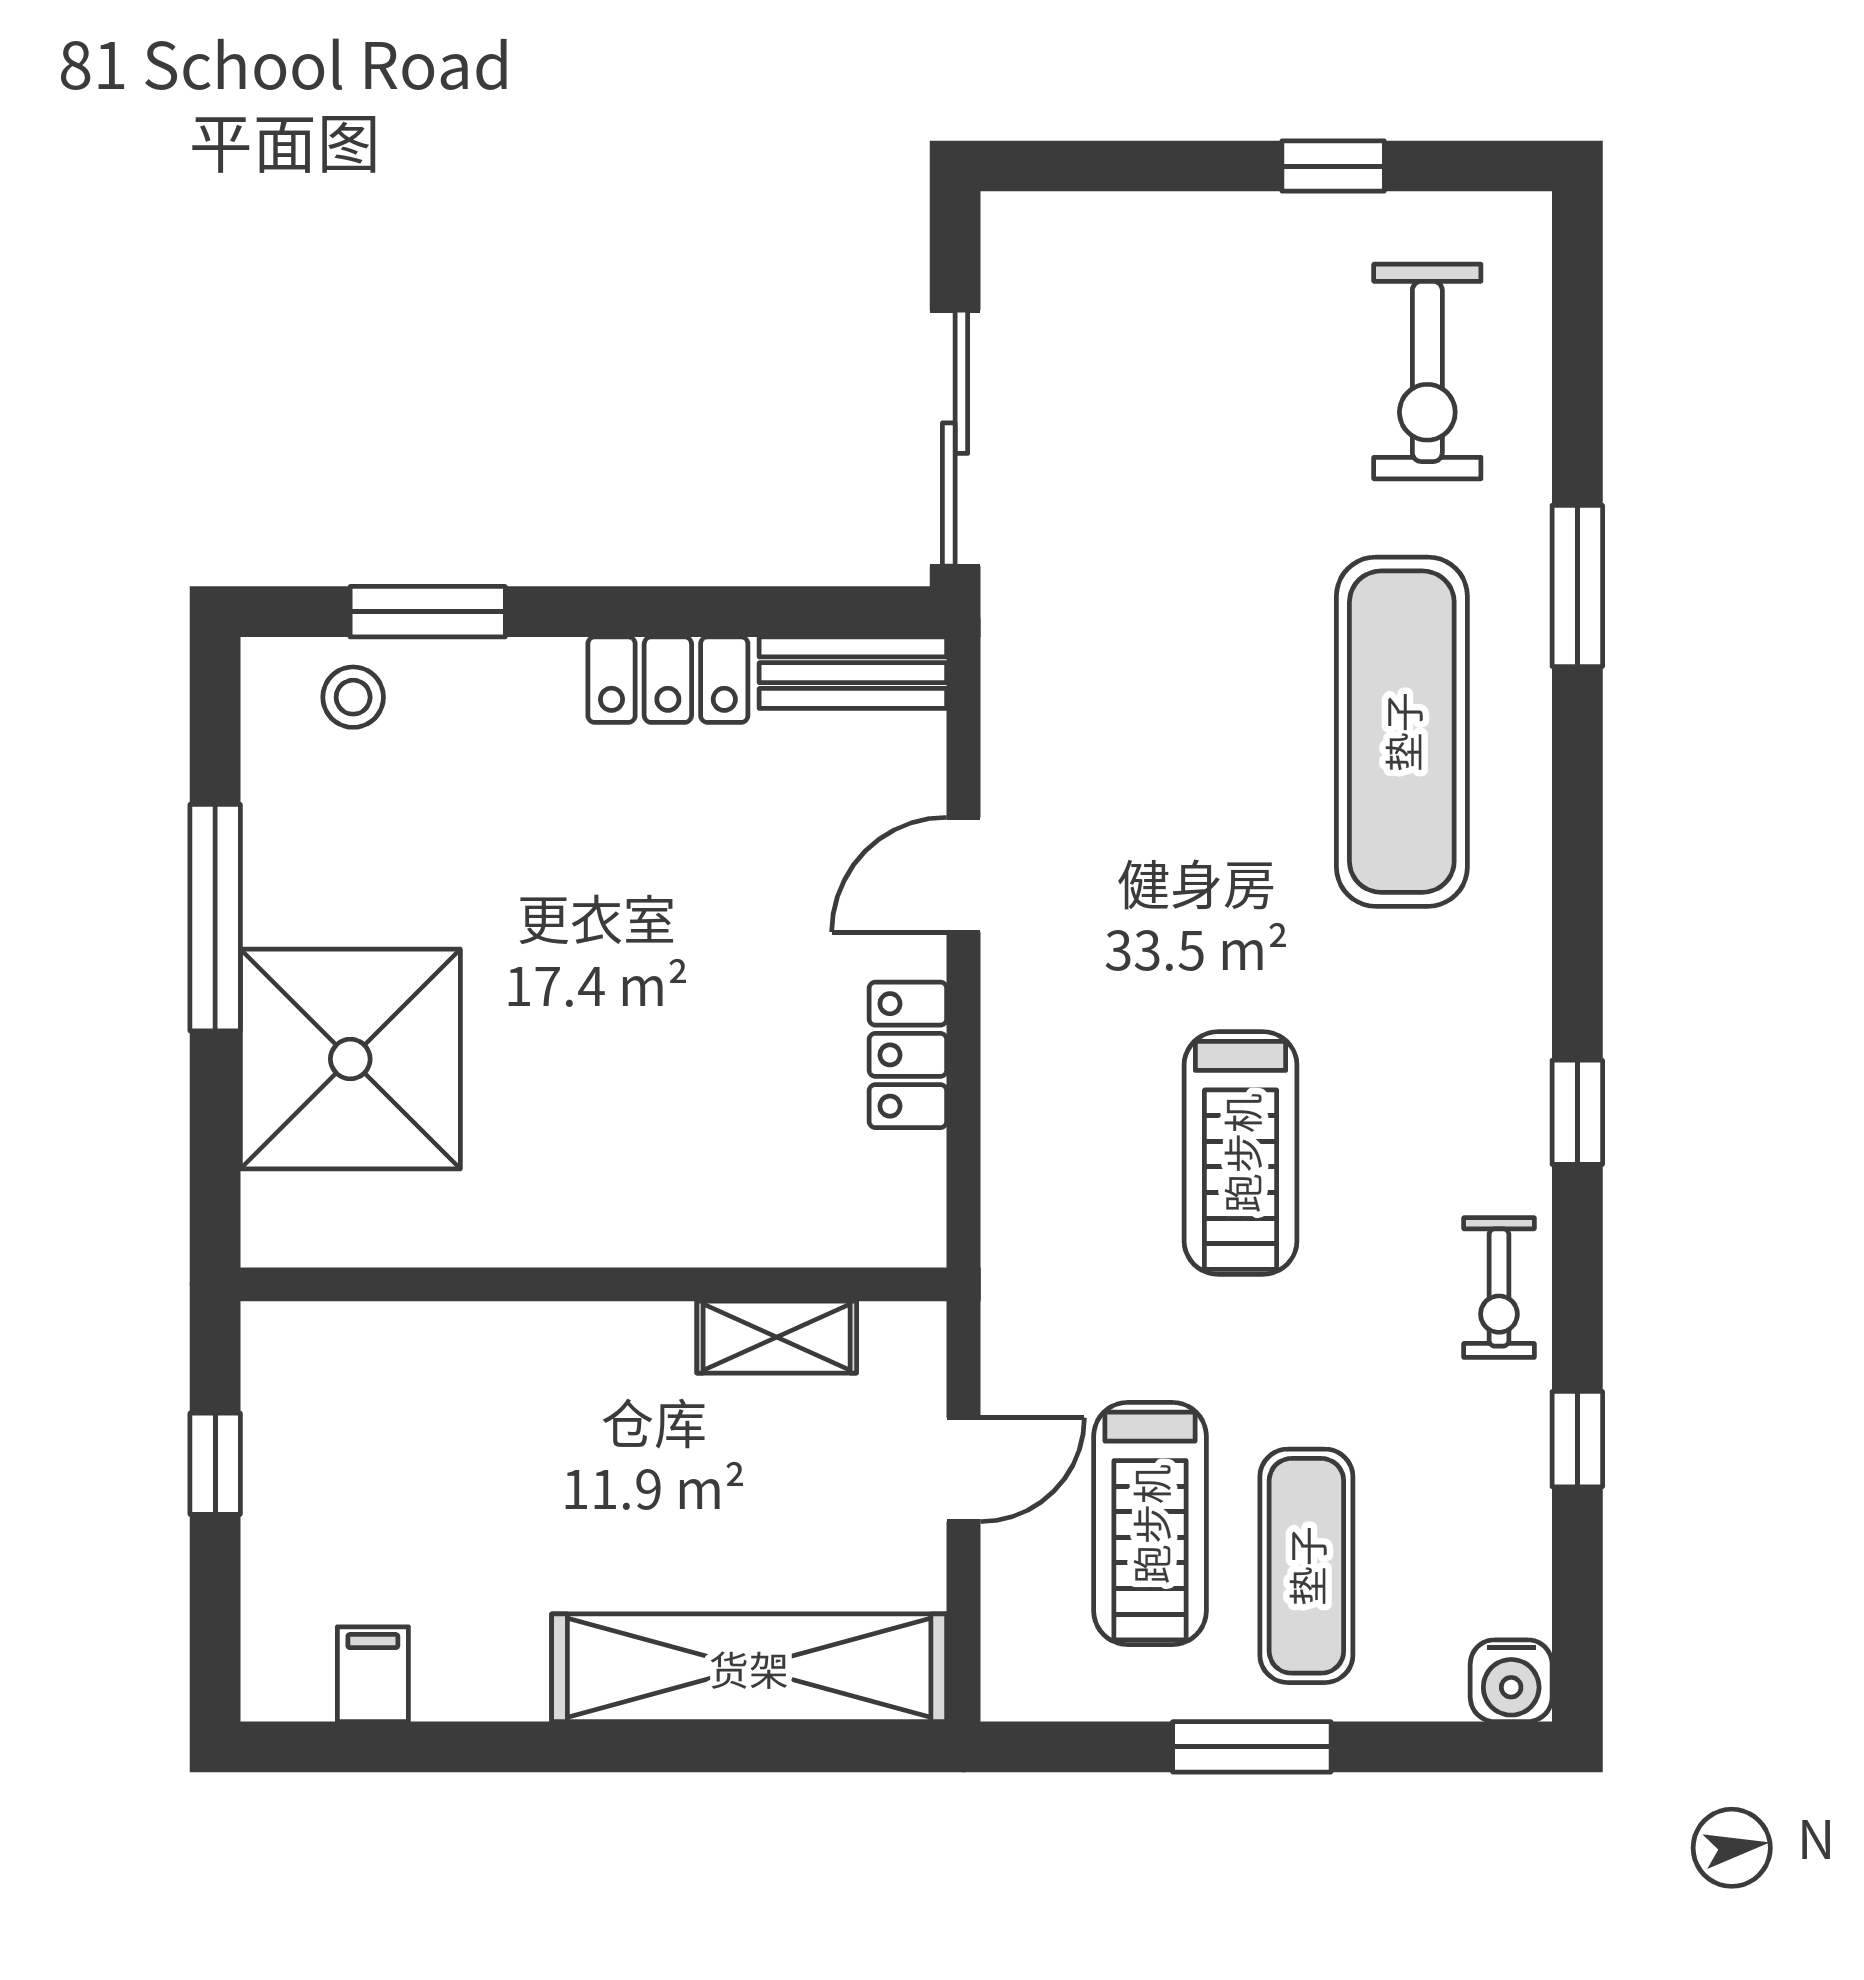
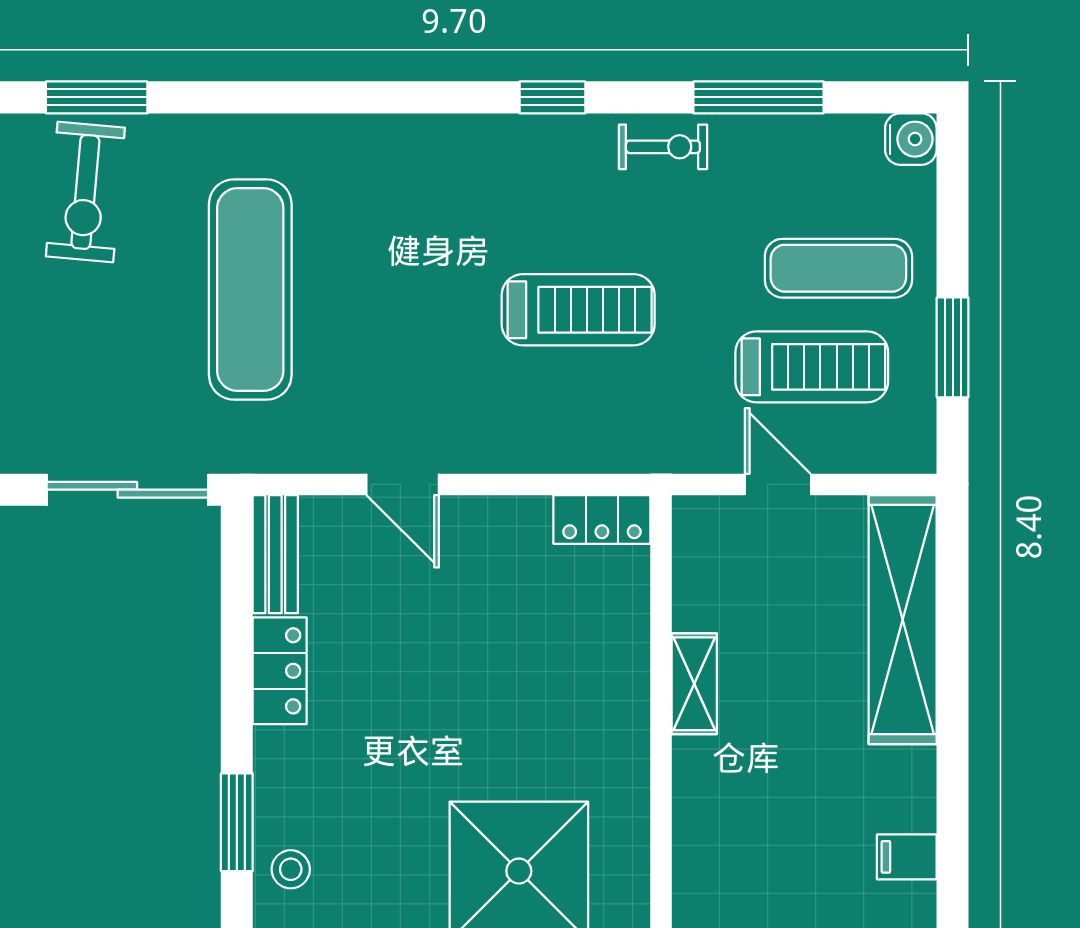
exercise bike: (1427, 371) -> (85, 192), turned 95
window: (1577, 586) -> (97, 97), moved
exercise mat: (1402, 732) -> (250, 290), moved, turned 90
locker: (908, 1055) -> (602, 520), moved
shelving: (777, 1337) -> (694, 684), moved
window: (1577, 1439) -> (759, 97), width x2.17
window: (1252, 1747) -> (953, 347), moved

